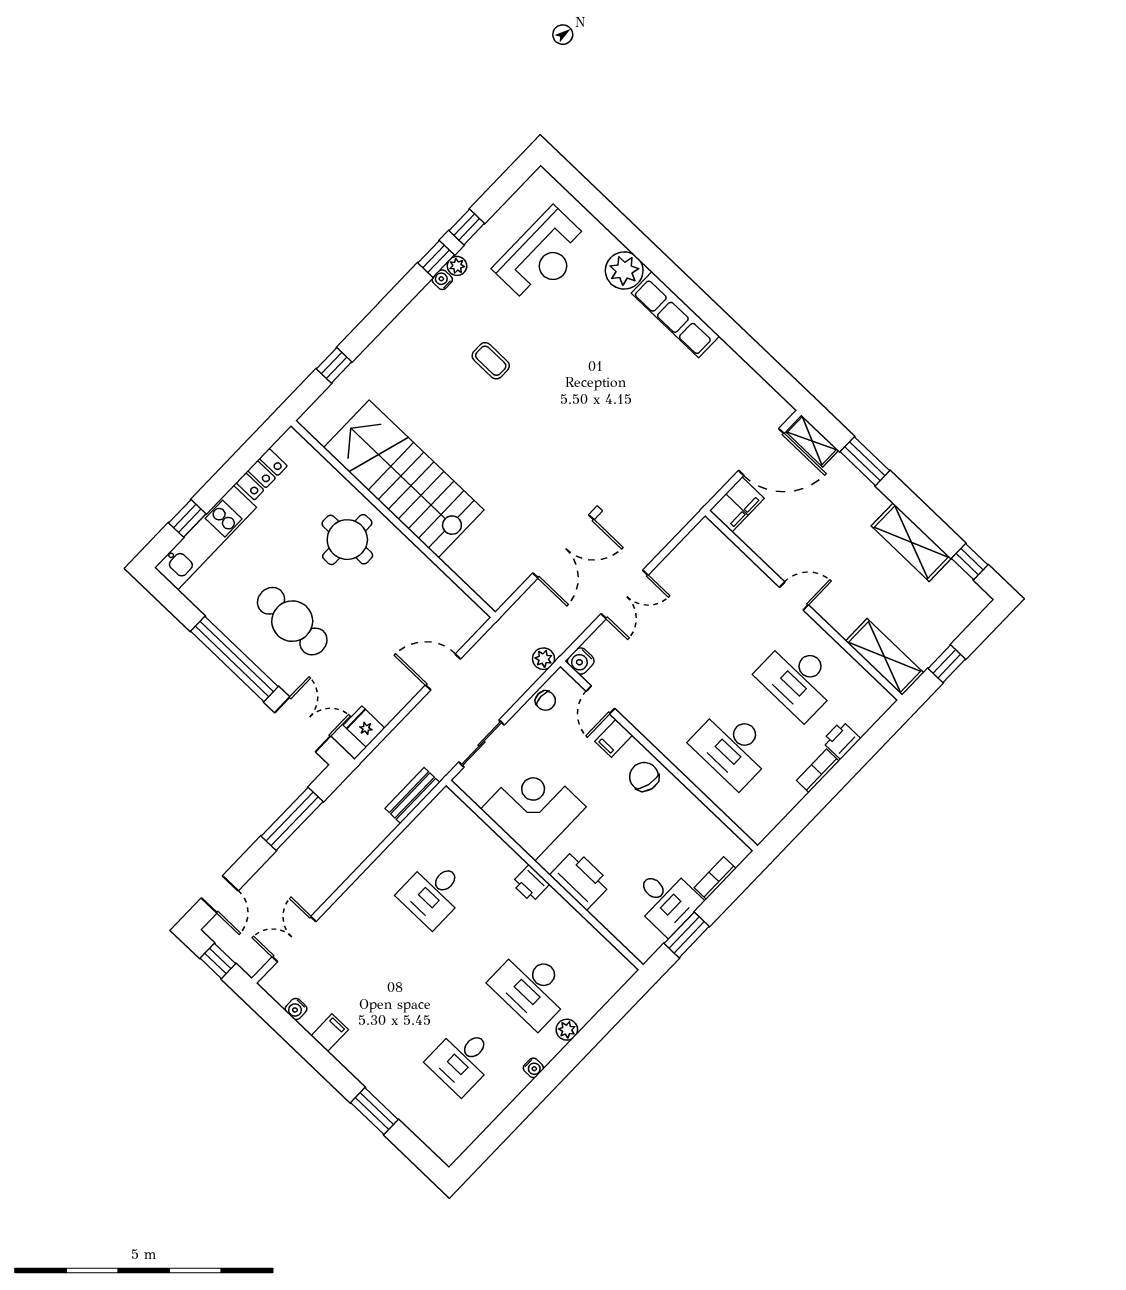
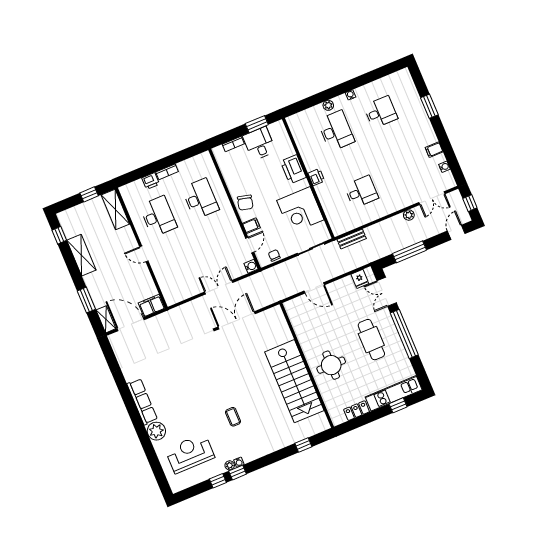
plant: (544, 659) -> (409, 215), moved

